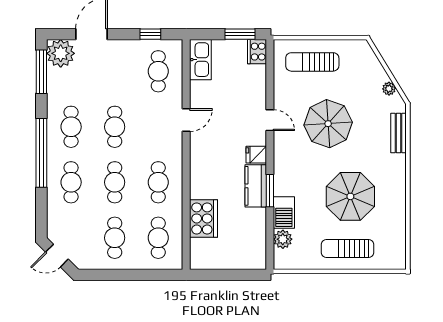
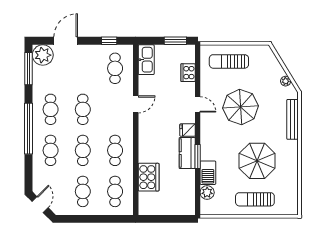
cooker: (257, 52) -> (188, 73), moved
bench: (398, 133) -> (293, 119), width x1.36
door: (57, 256) -> (40, 205), swing flipped

